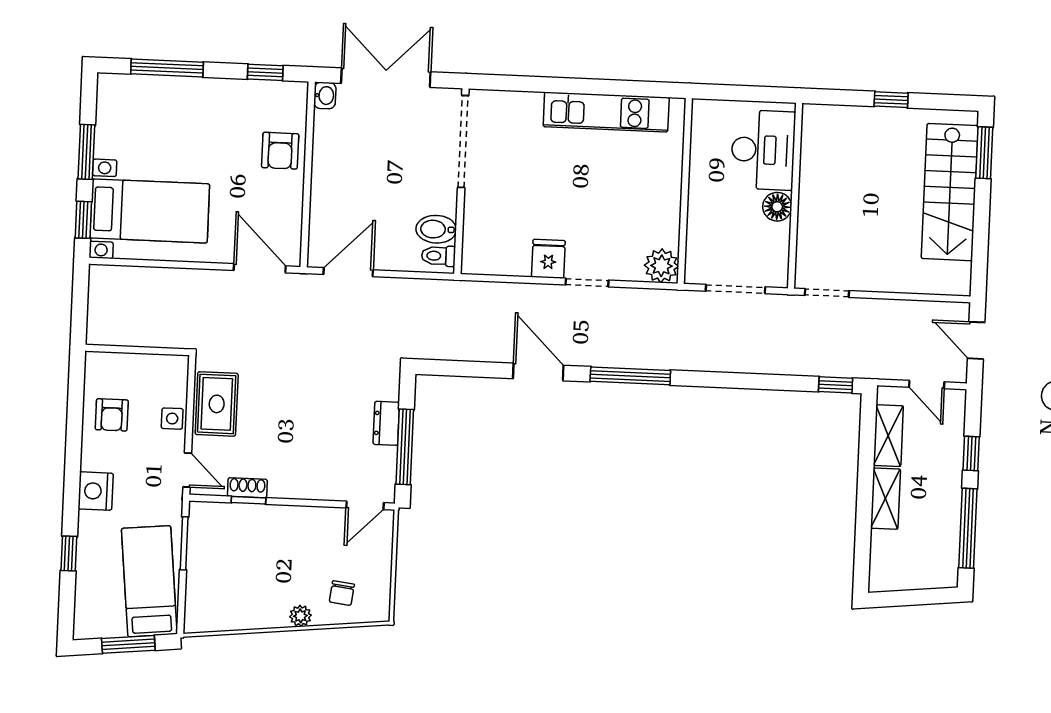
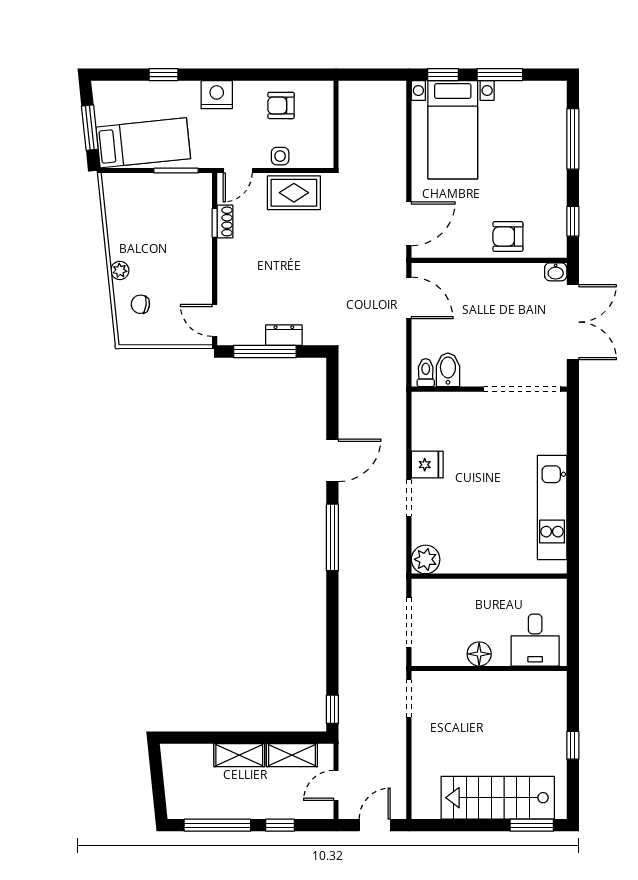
desk: (763, 150) -> (535, 640), width x0.73

